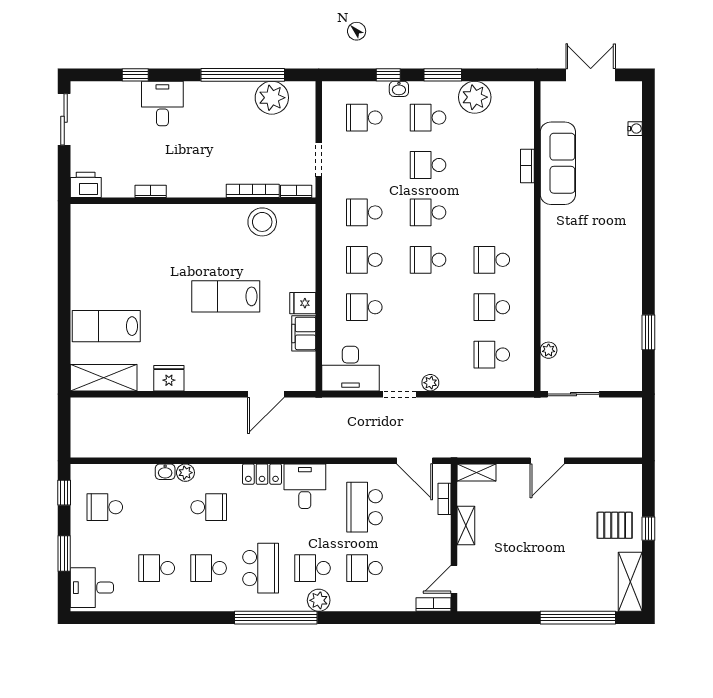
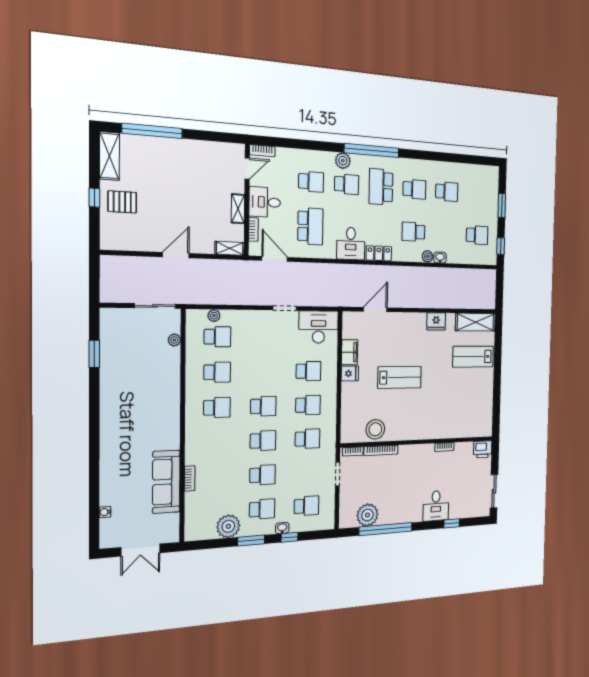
lab bench: (106, 326) -> (473, 357), turned 180
plant: (430, 383) -> (214, 316), moved
desk: (92, 588) -> (265, 202), moved, turned 180

